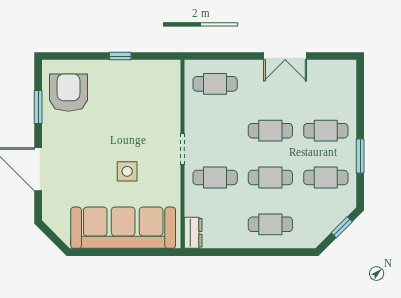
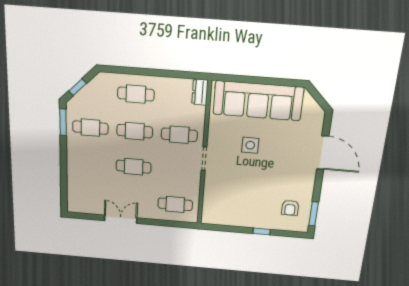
window: (120, 56) -> (262, 231), moved
armchair: (68, 93) -> (290, 208), width x0.53, depth x0.53
window: (38, 107) -> (314, 214), moved
cafe table: (326, 131) -> (90, 163), removed
window: (360, 156) -> (63, 122), moved

